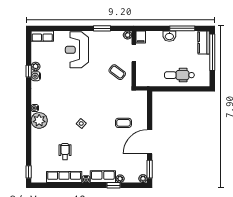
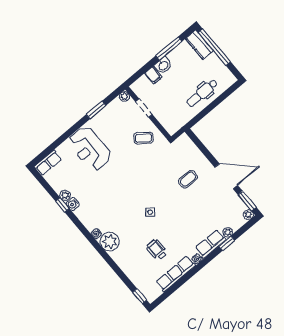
filing cabinet: (141, 37) -> (153, 75), moved
door: (150, 142) -> (226, 176), swing flipped

